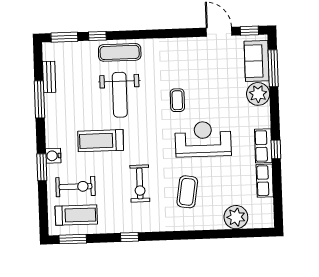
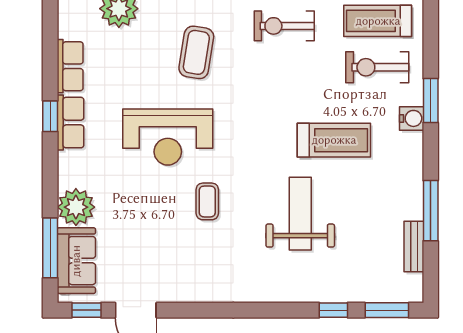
exercise mat: (120, 52) -> (298, 282), removed
exercise bike: (140, 184) -> (284, 26), moved, turned -90

